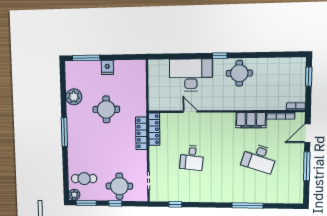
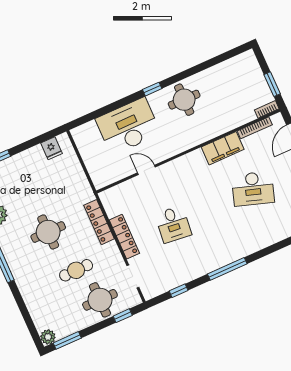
fridge: (107, 67) -> (51, 148), moved
window: (309, 77) -> (272, 84), moved
round table: (106, 109) -> (48, 232), moved
locker: (154, 129) -> (124, 237), moved
cafe table: (84, 179) -> (76, 270), moved
window: (115, 203) -> (123, 316), moved
window: (247, 205) -> (227, 269), moved

